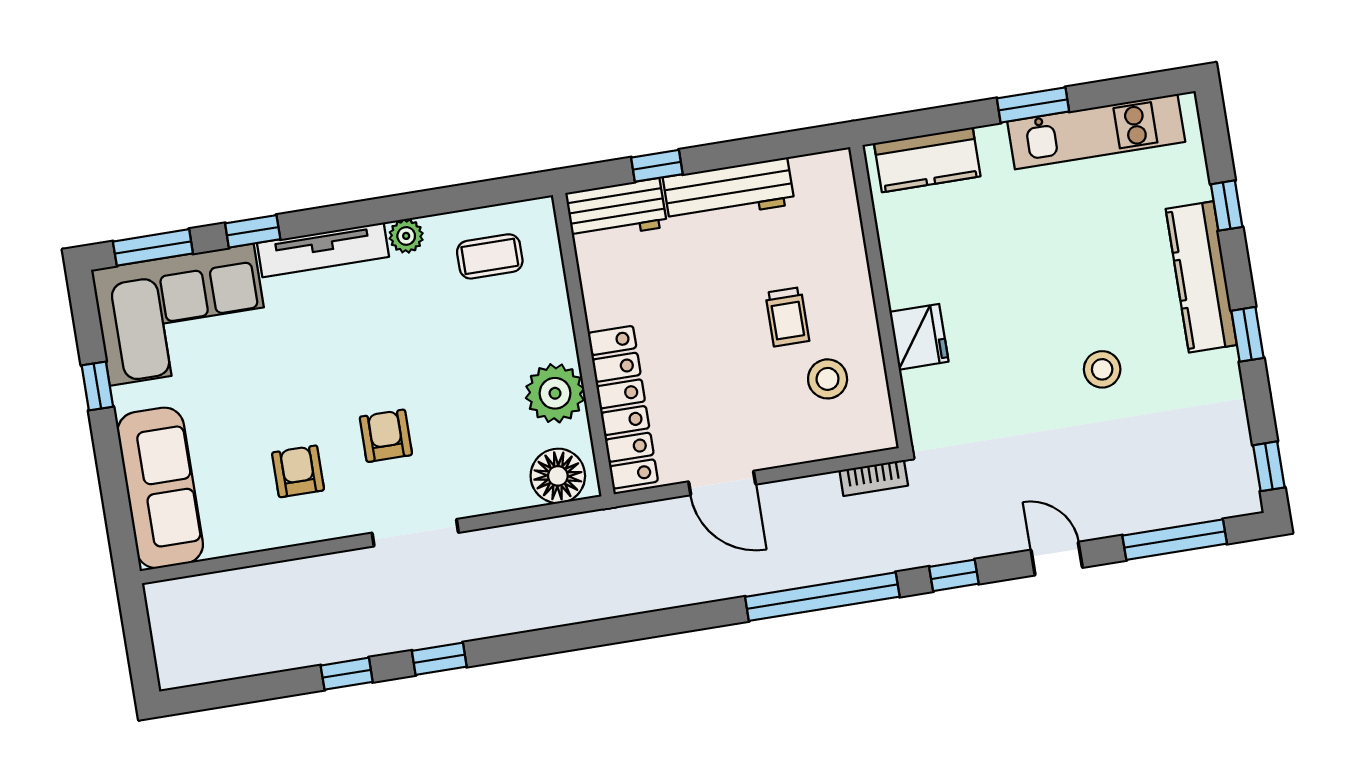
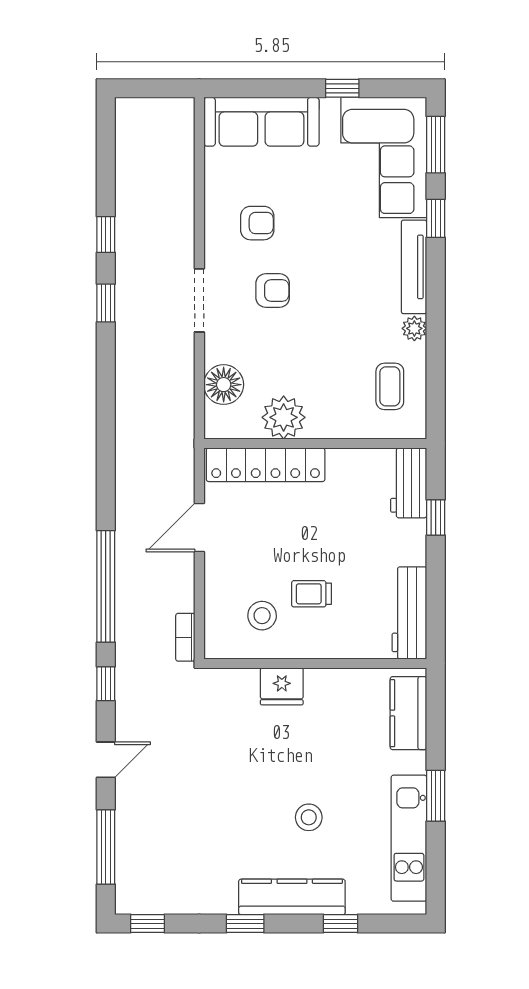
workbench: (729, 191) -> (409, 613), moved
stool: (1102, 369) -> (309, 817), moved
floor lamp: (558, 476) -> (224, 385), moved

